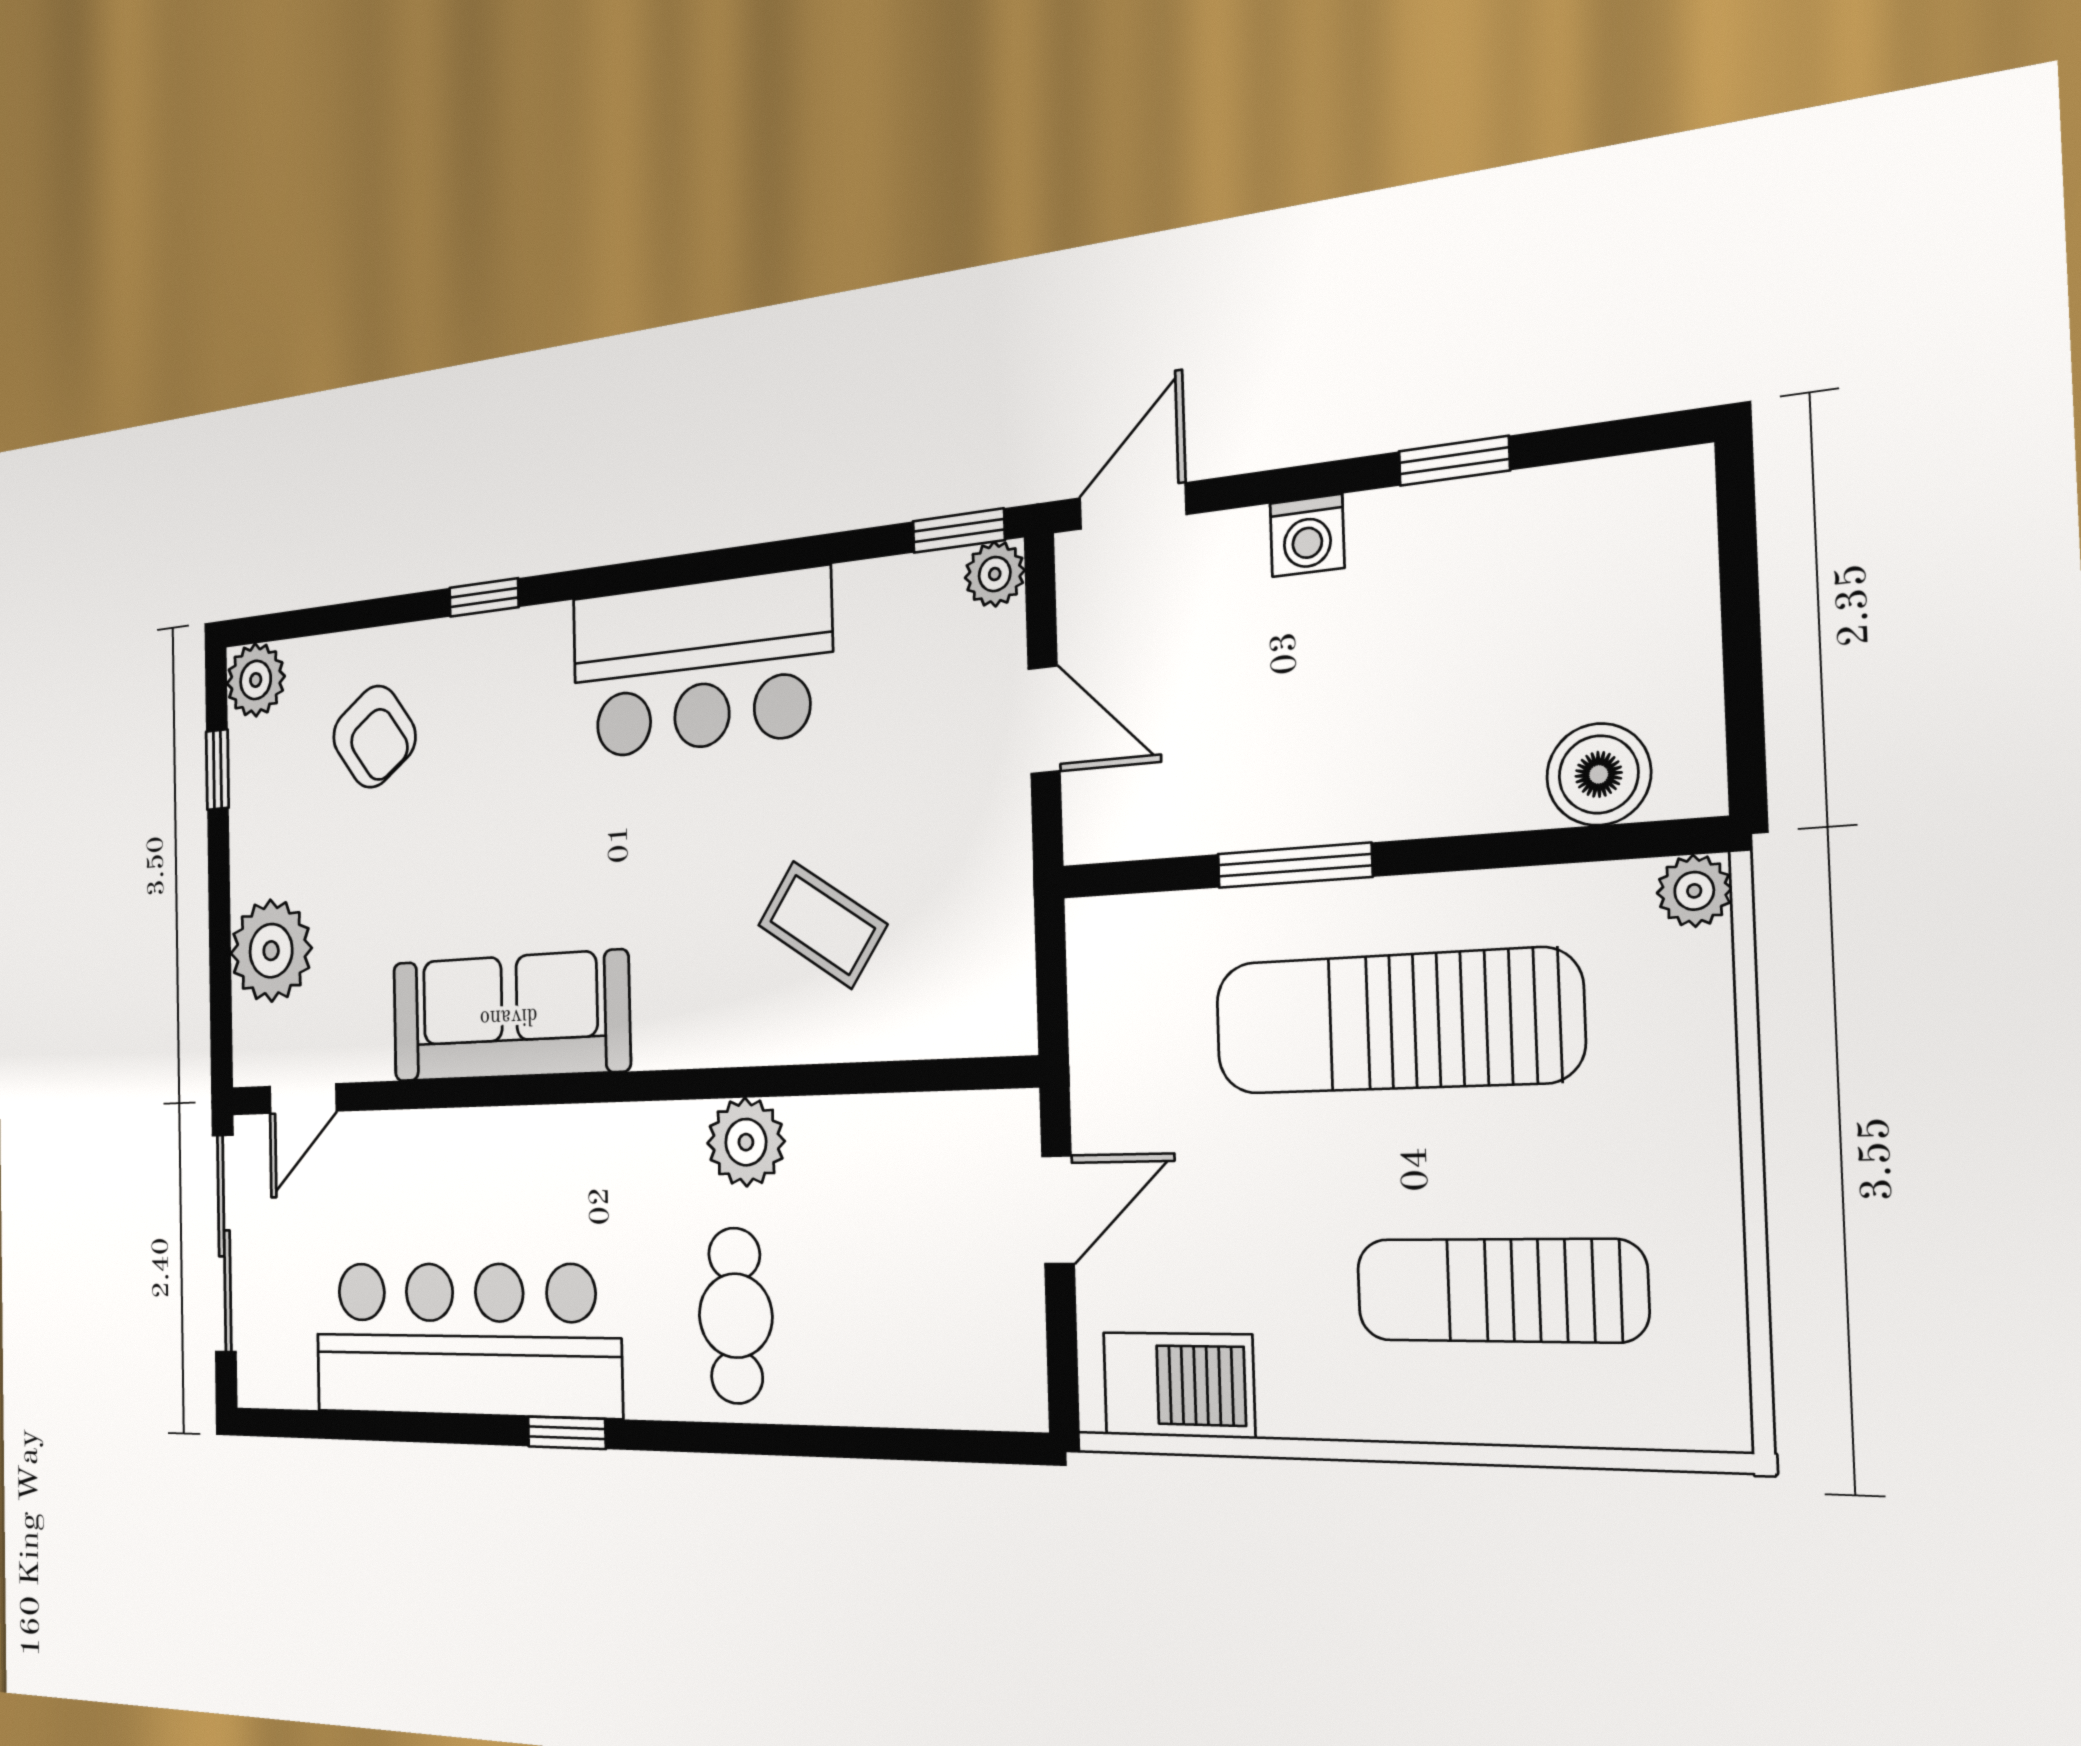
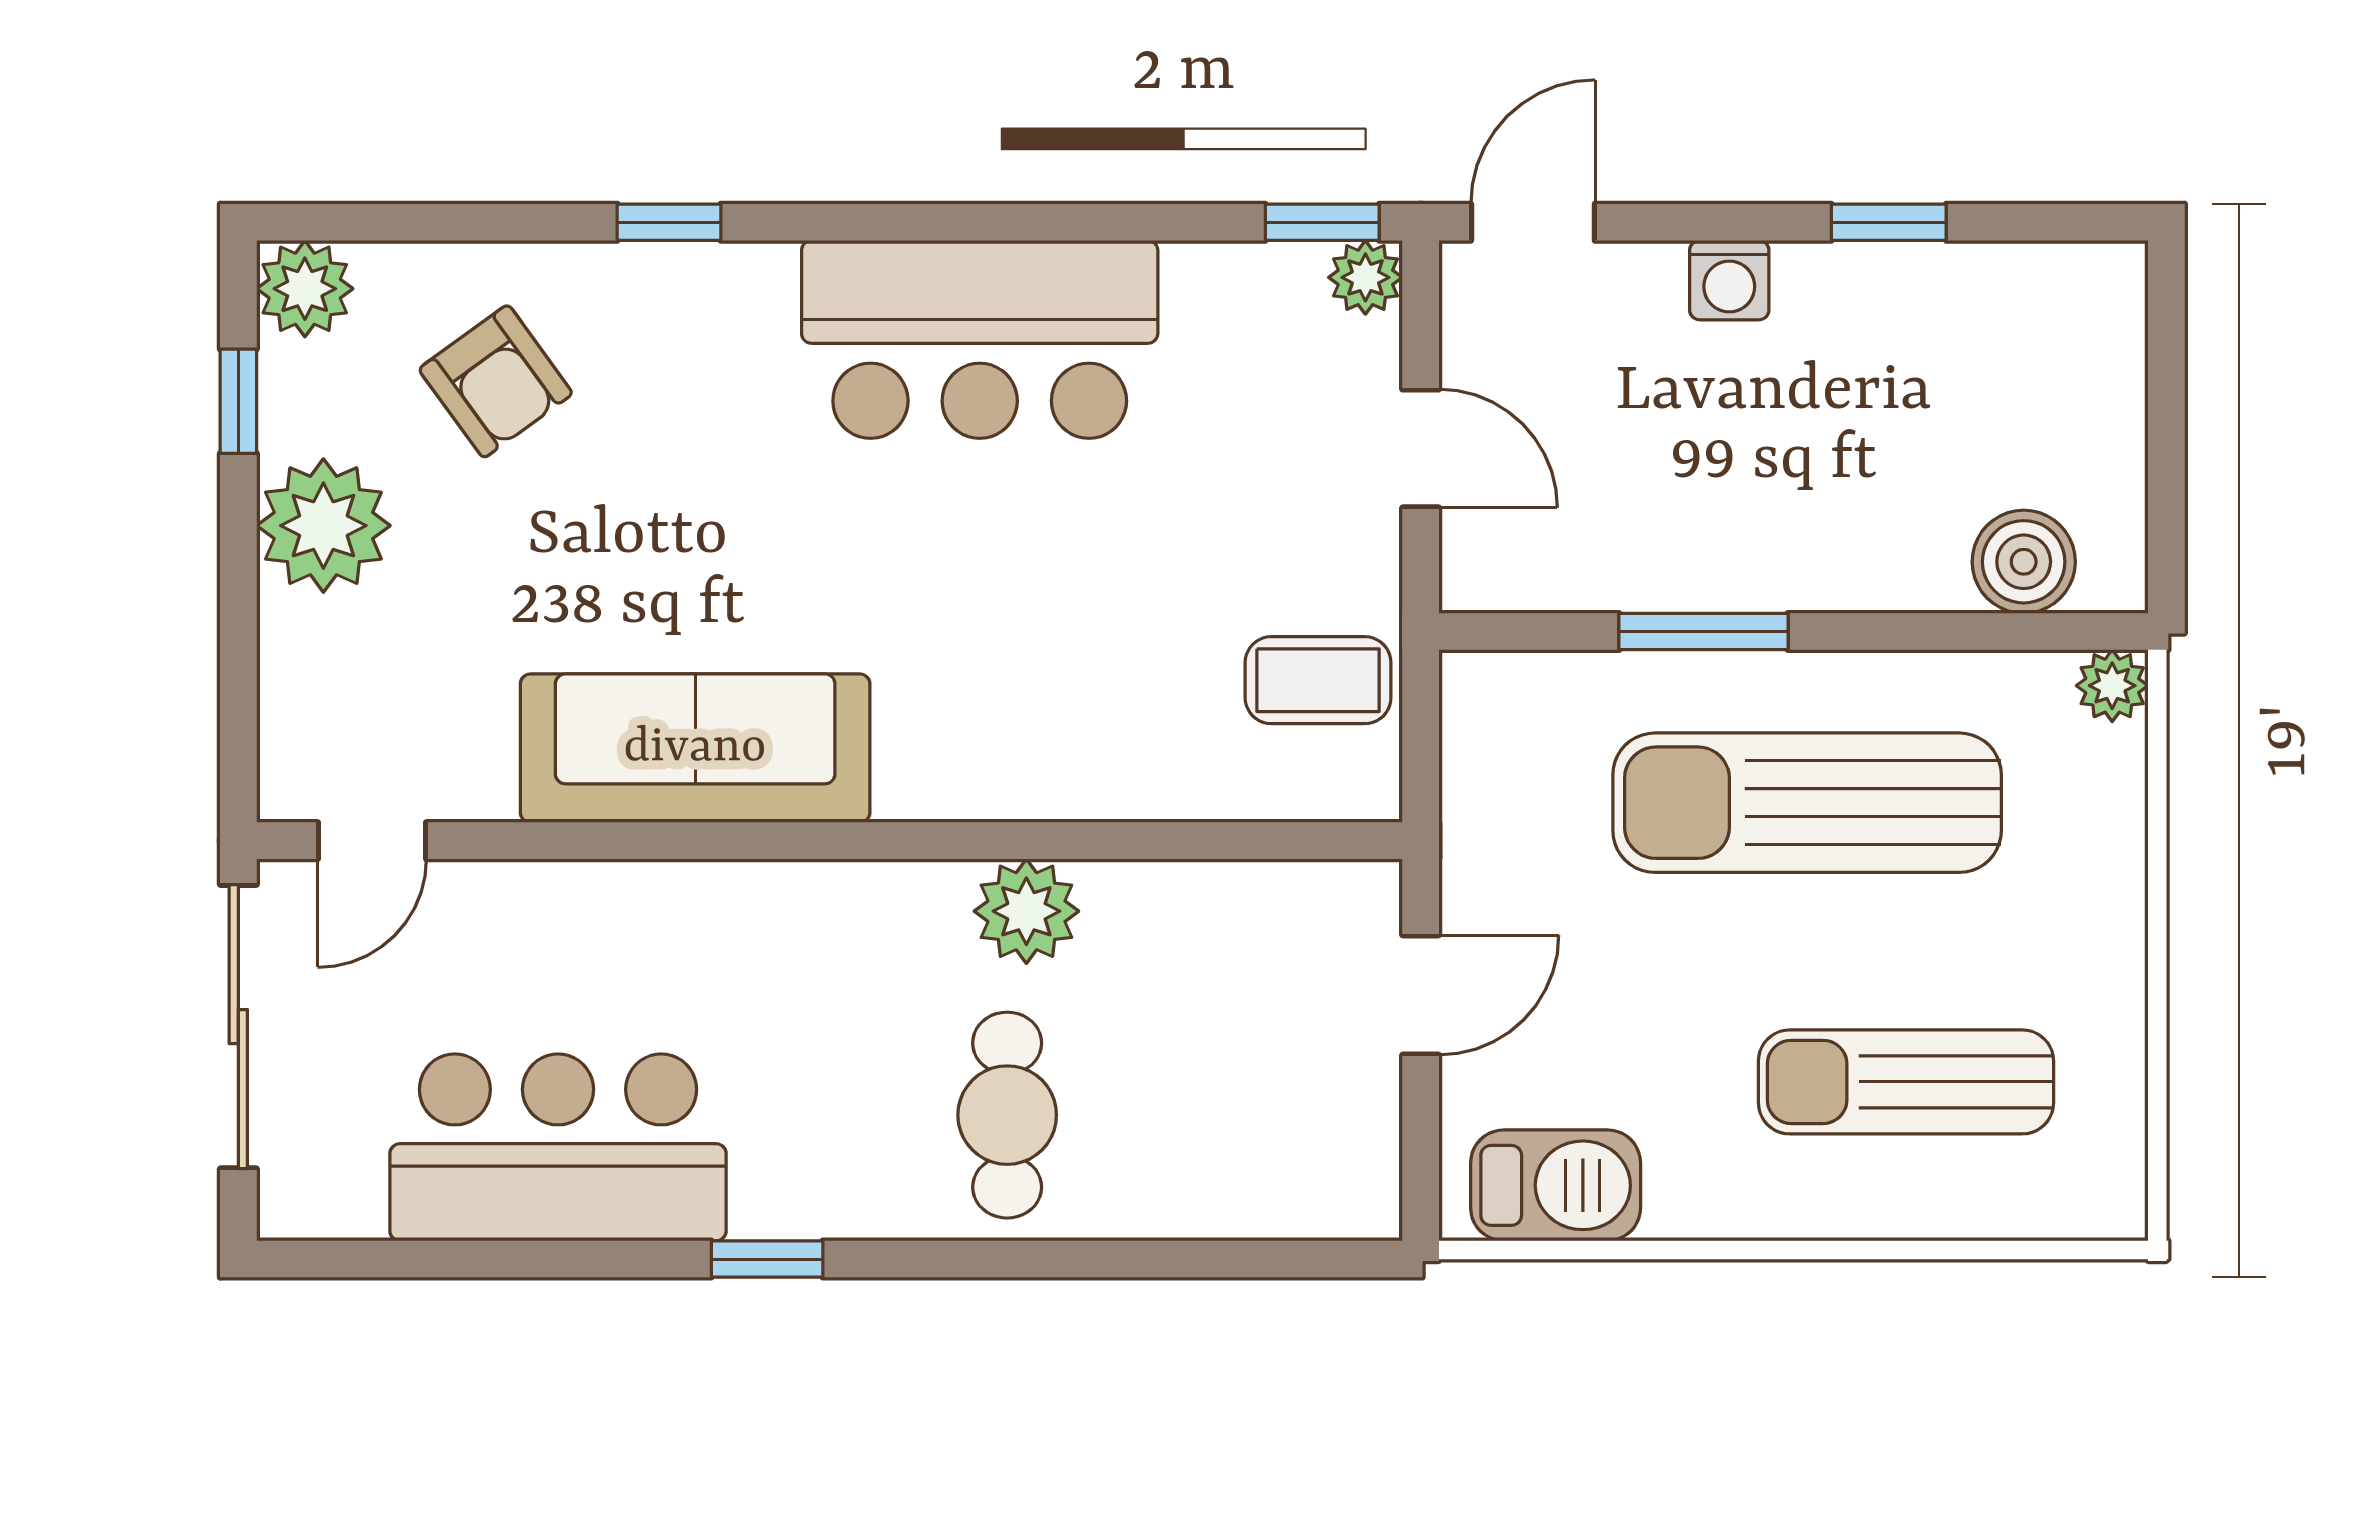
coffee table: (822, 925) -> (1318, 680), moved, turned -34
plant: (271, 951) -> (323, 526), moved
bar counter: (465, 1339) -> (558, 1147), width x0.73

